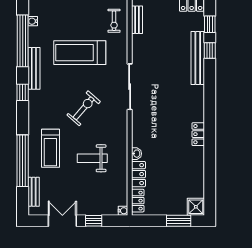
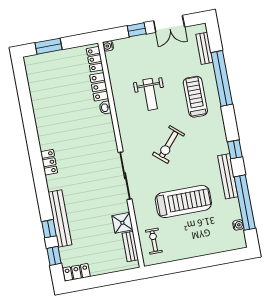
locker: (198, 134) -> (49, 162), moved
weight bench: (92, 158) -> (150, 94), turned 90
shower: (196, 207) -> (122, 223), moved

